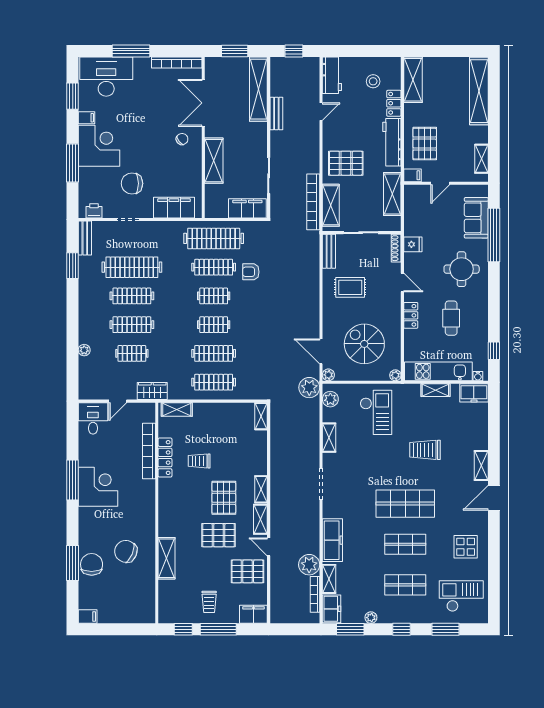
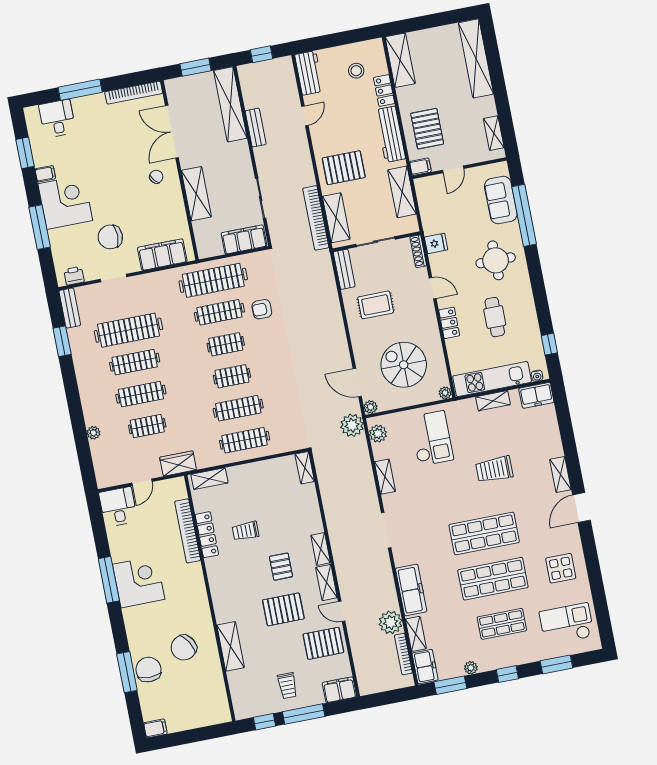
desk: (106, 77) -> (57, 119), width x0.53, depth x0.77
pallet: (224, 498) -> (281, 567), width x0.67, depth x0.71
shop shelf: (405, 544) -> (493, 579), width x1.43, depth x1.36
chair: (126, 551) -> (184, 648), turned -54

